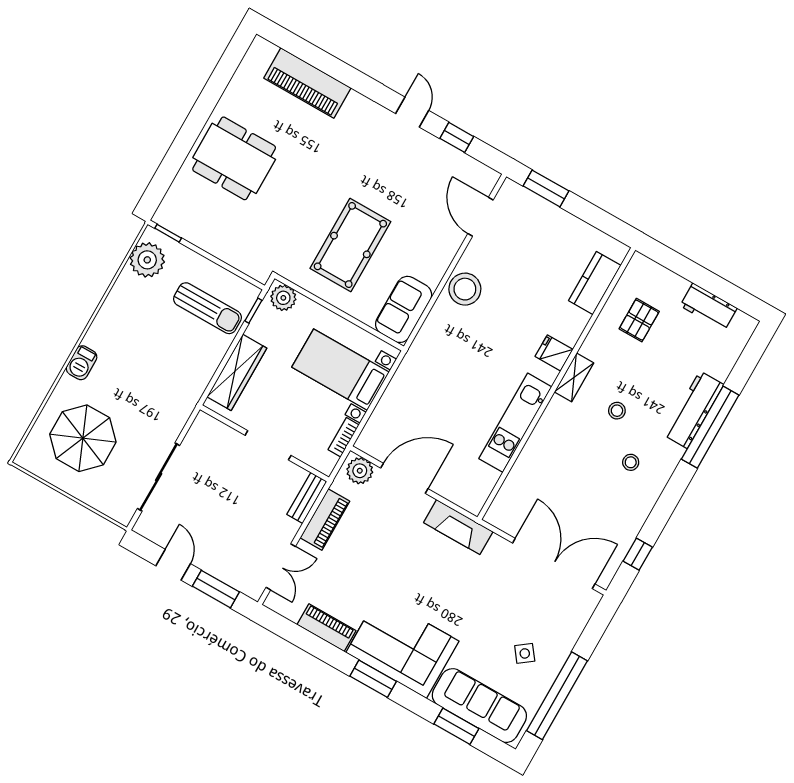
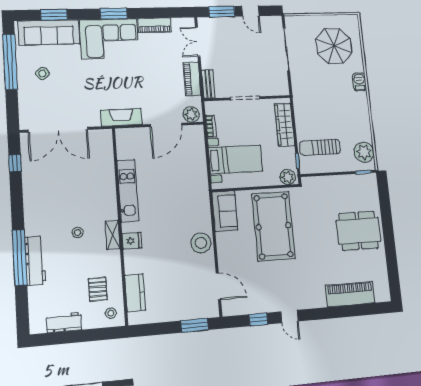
pool table: (350, 245) -> (273, 226), width x1.36, depth x1.32
stool: (631, 462) -> (111, 313), moved

